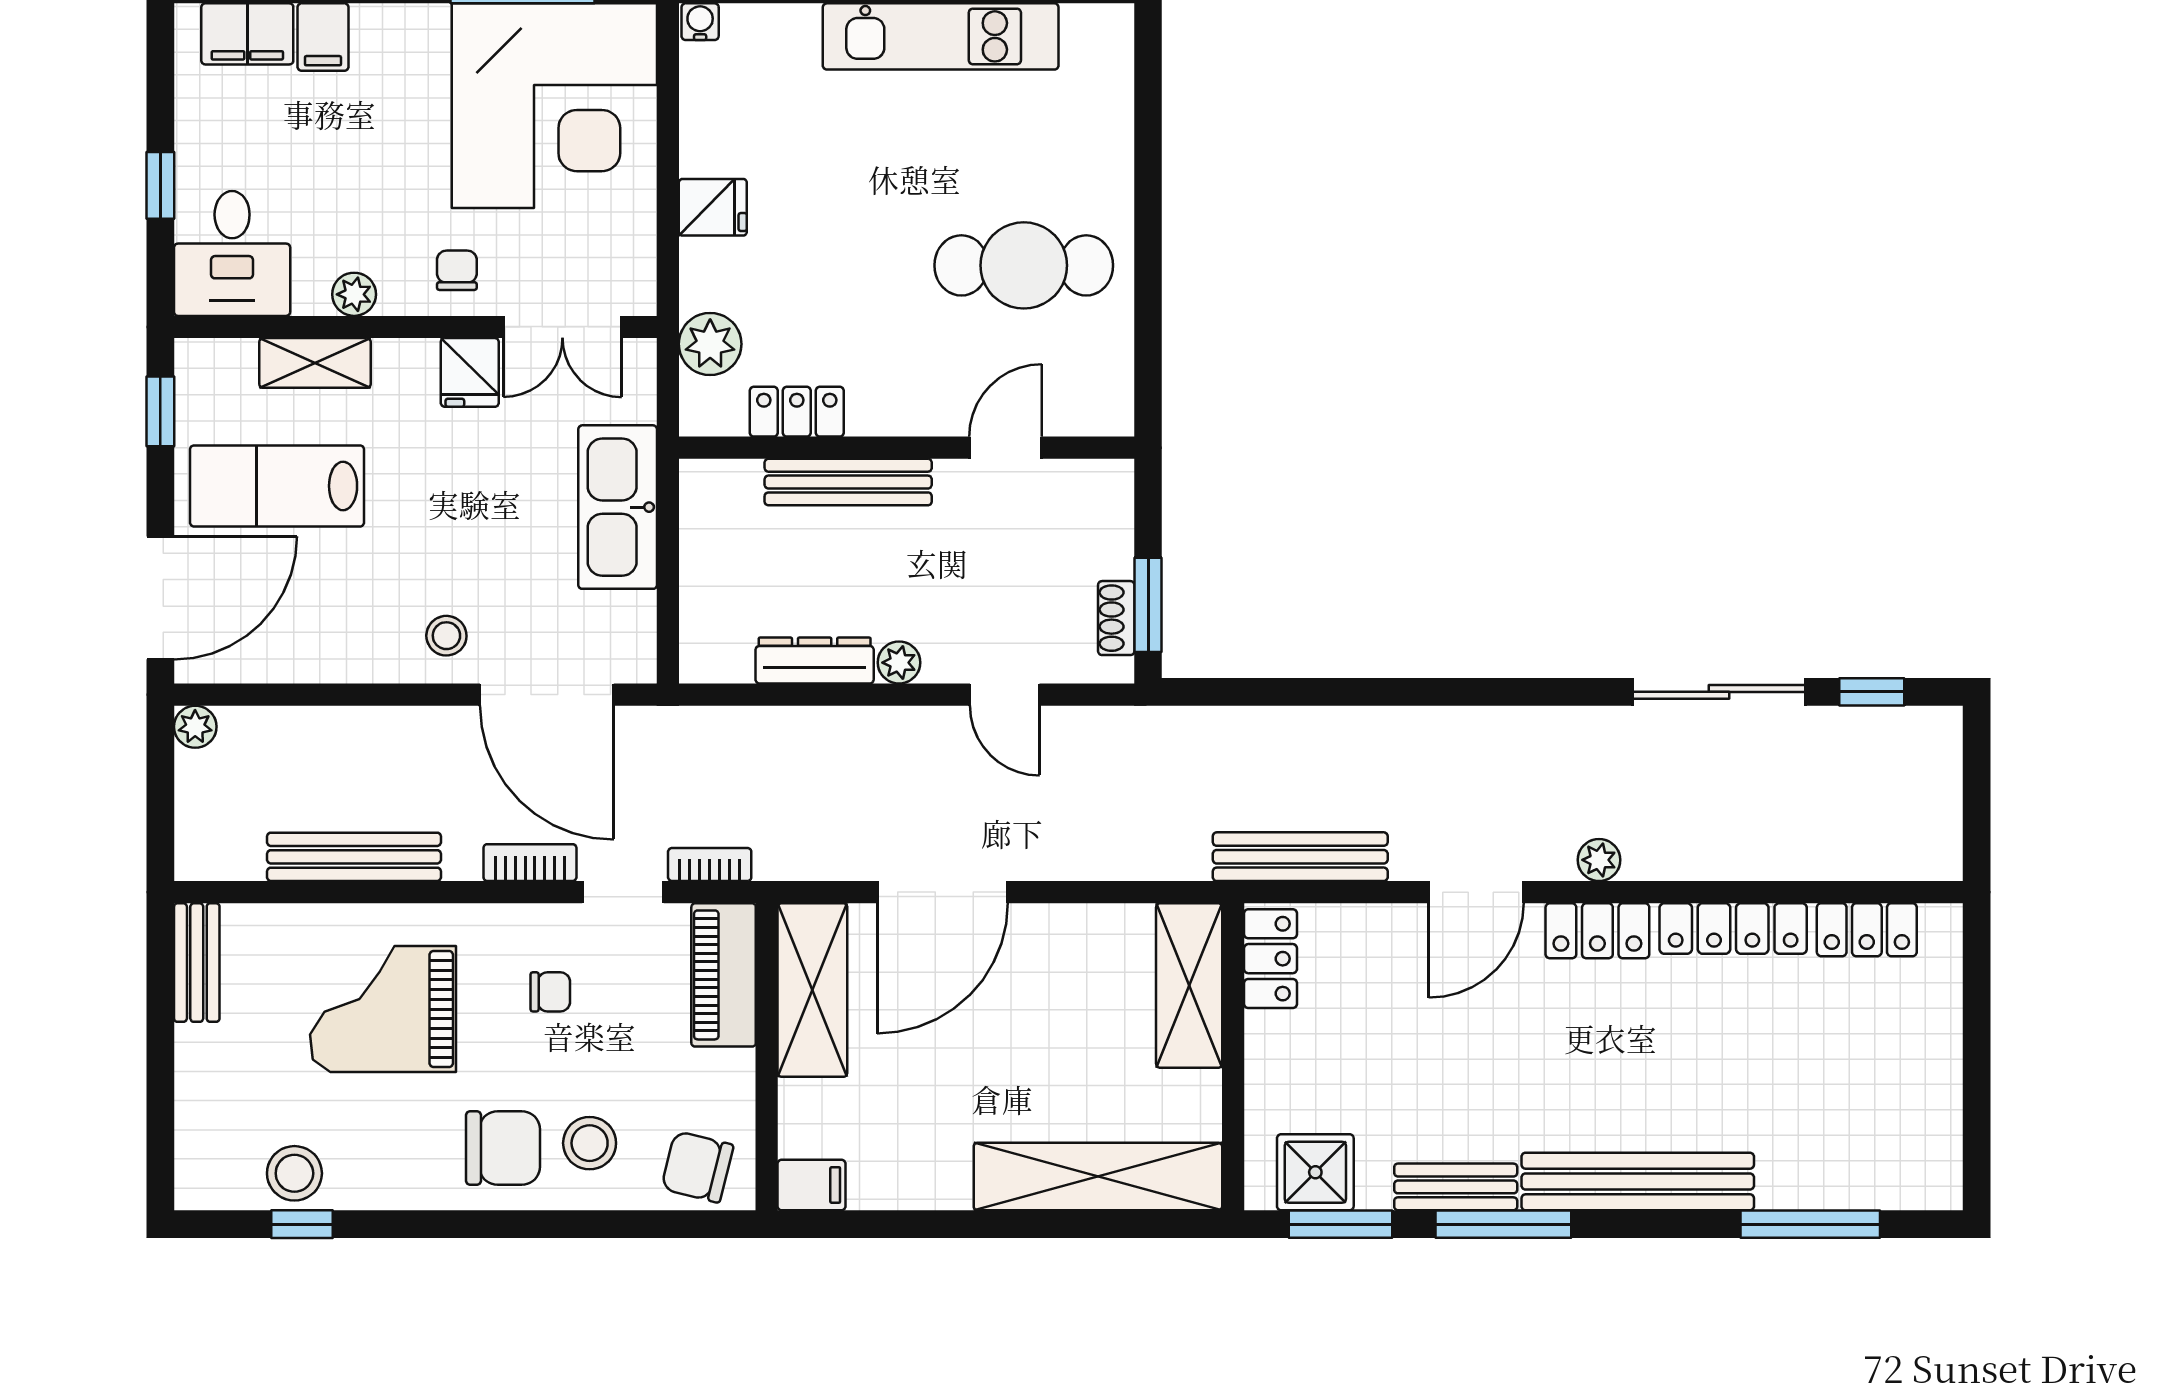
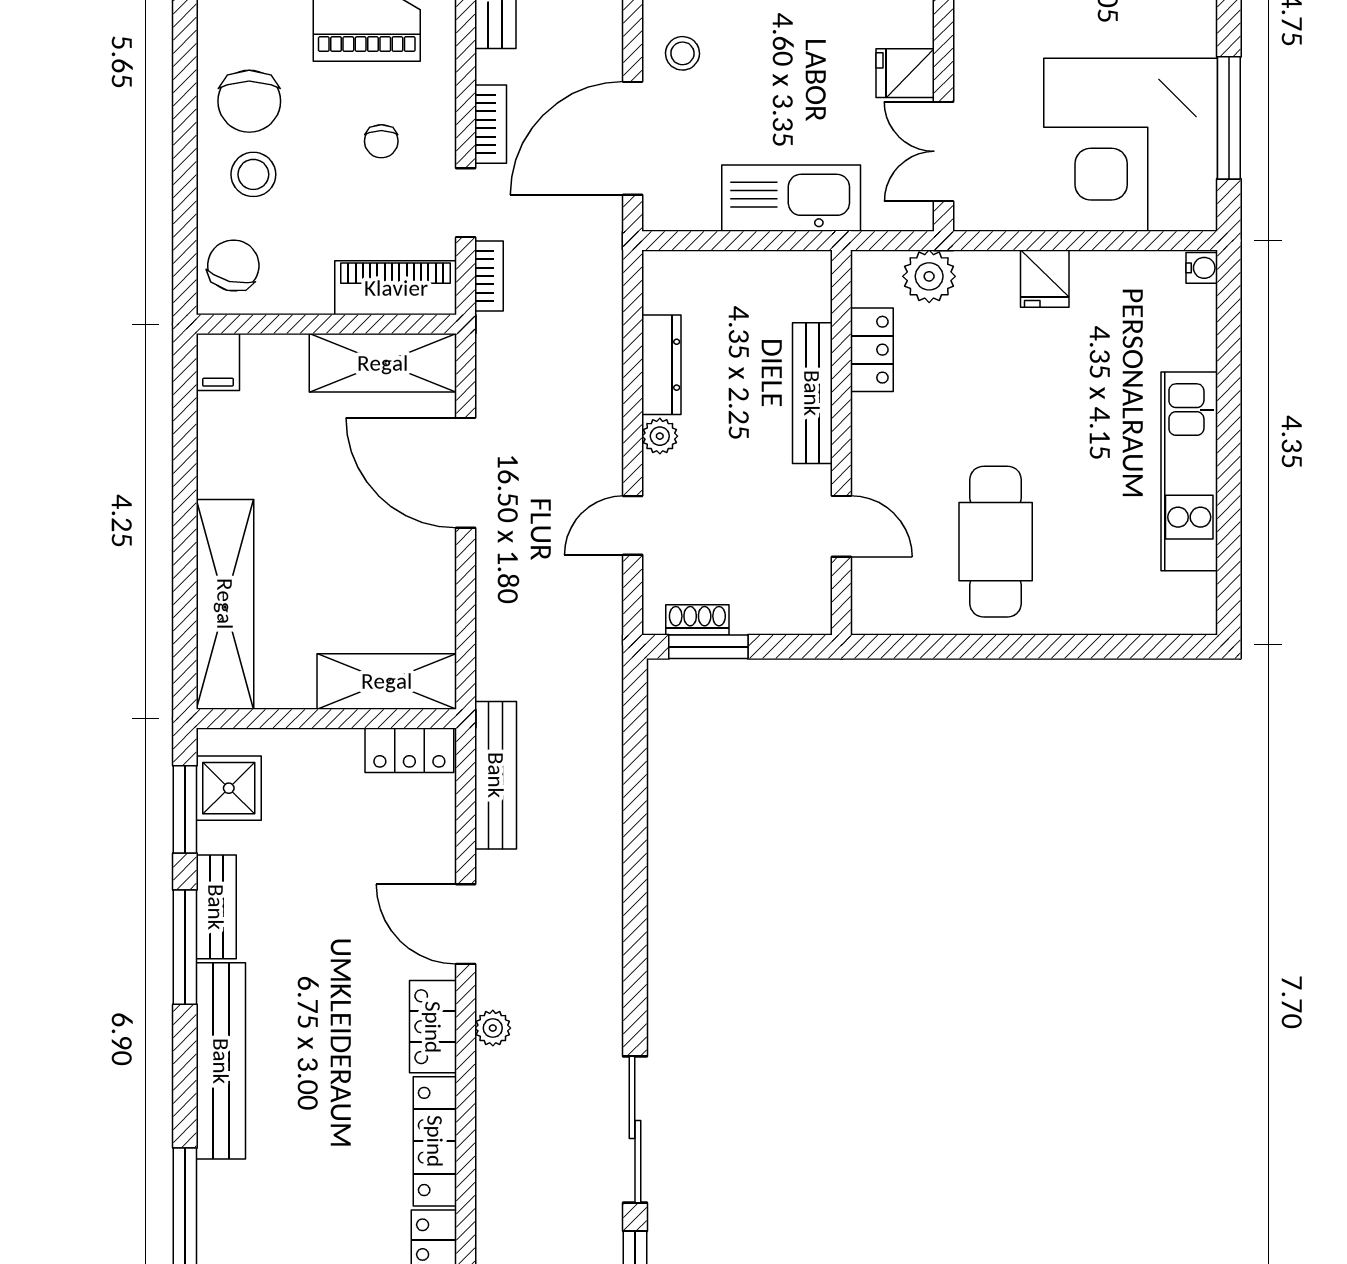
chair: (457, 270) -> (992, 62), removed

